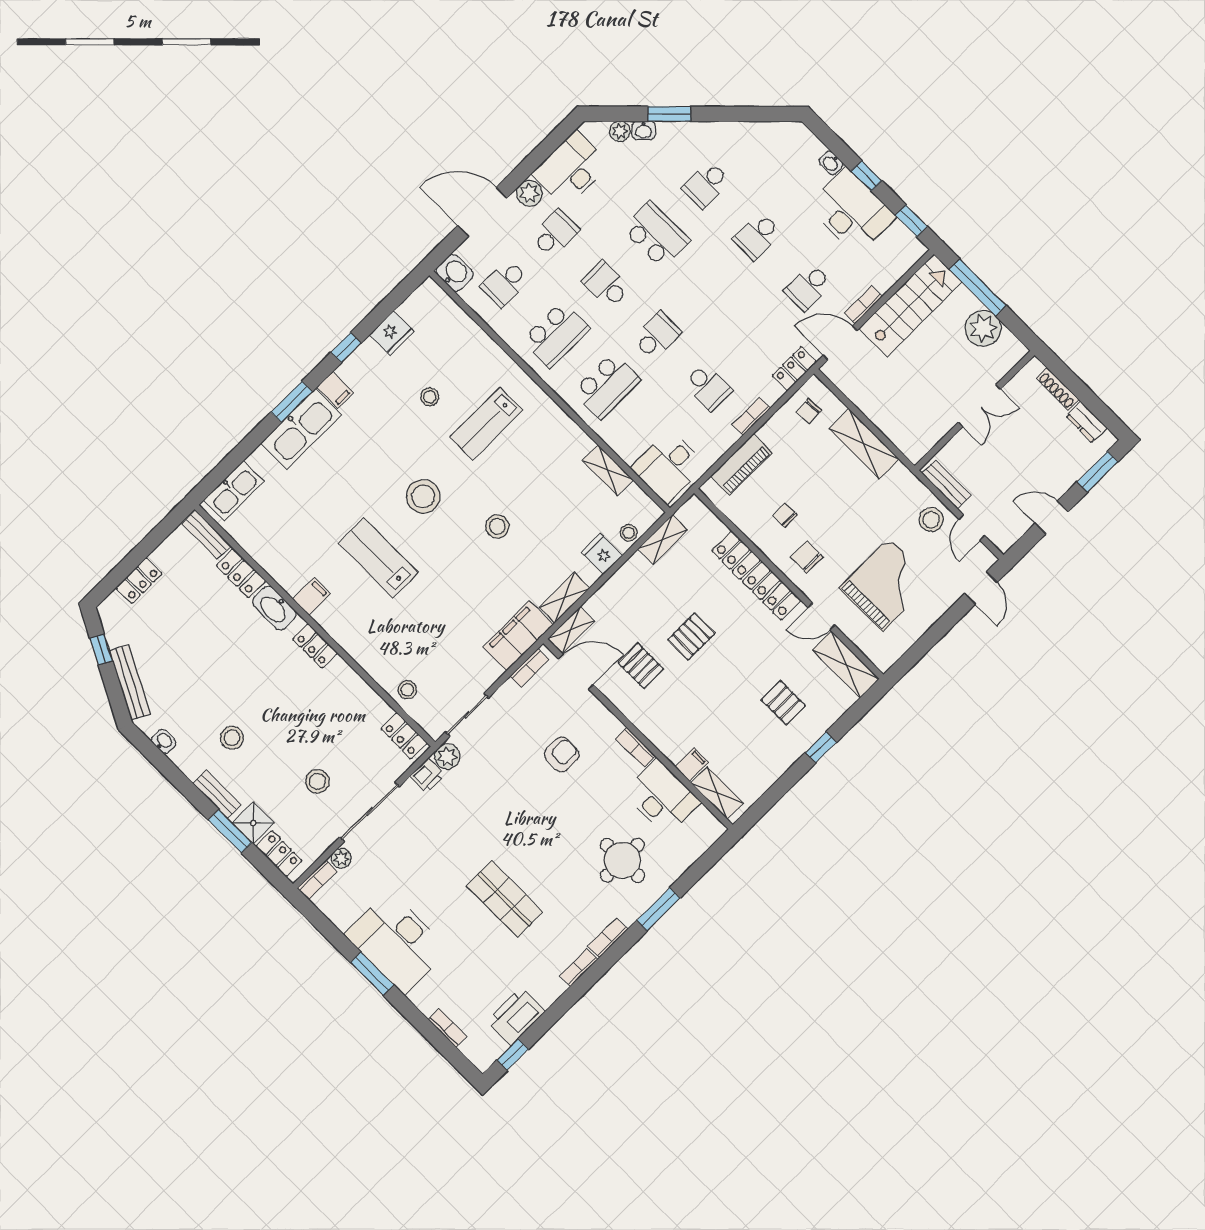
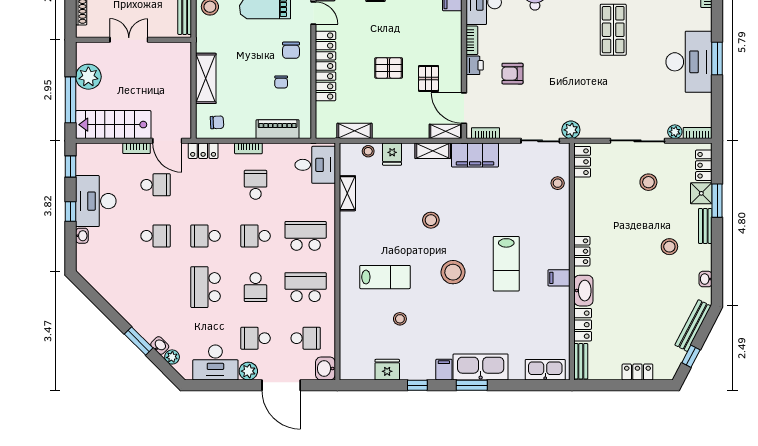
school desk: (706, 185) -> (206, 236), moved, turned 180
printer: (427, 776) -> (475, 65), moved, turned 90

